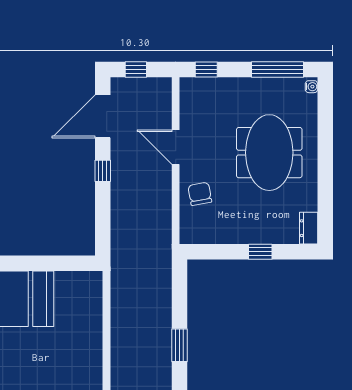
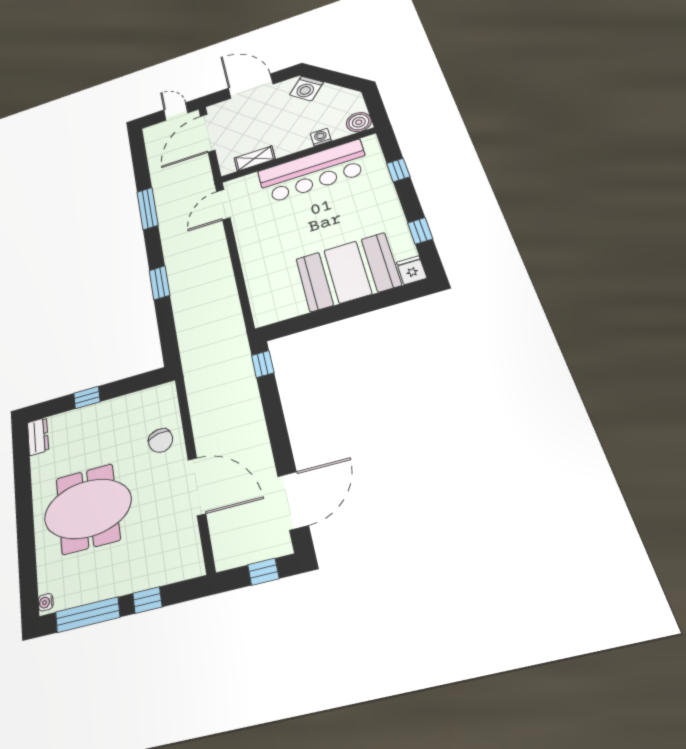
window: (206, 70) -> (147, 600), moved
door: (176, 147) -> (197, 486), width x1.36
meeting table: (269, 153) -> (88, 509), turned 90
window: (103, 171) -> (263, 364), moved

